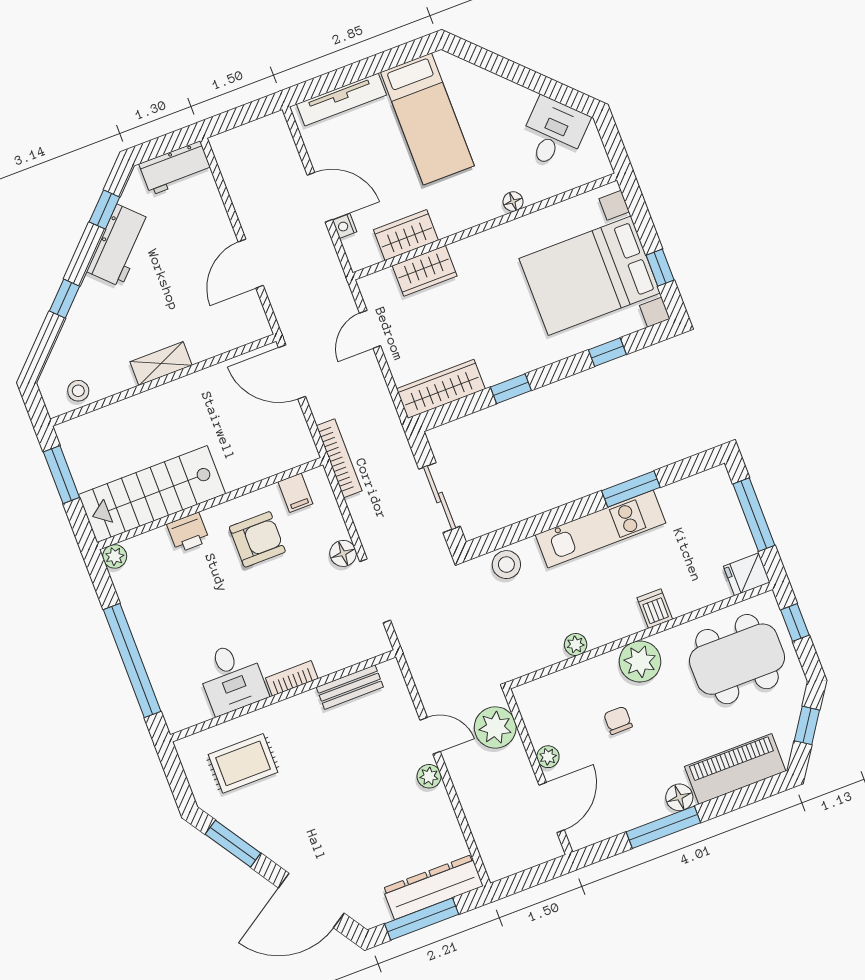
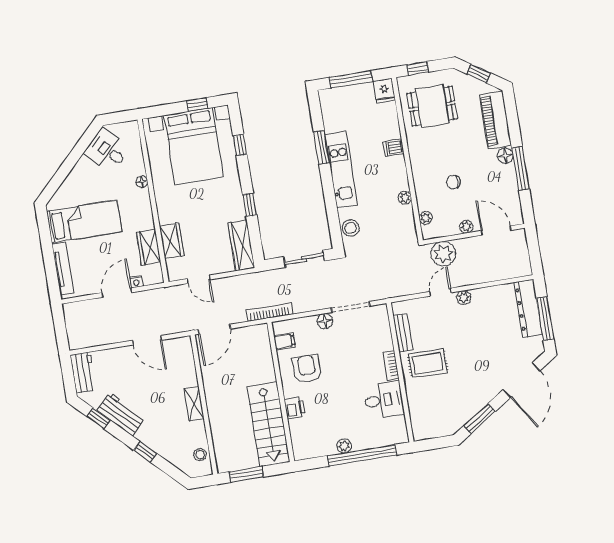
plant: (115, 556) -> (344, 446), moved
dining table: (737, 659) -> (432, 106), width x0.73
plant: (640, 662) -> (426, 218), moved, width x0.53, depth x0.53
rug: (243, 763) -> (428, 363), moved, turned 90

